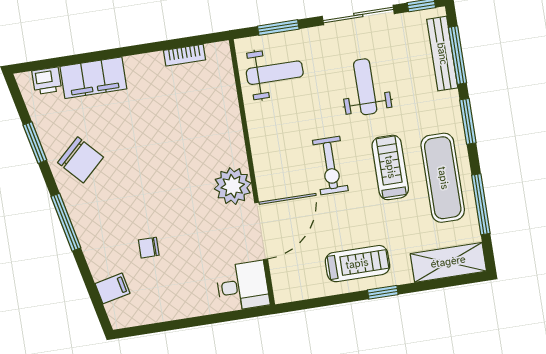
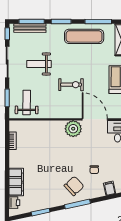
chair: (81, 160) -> (74, 186), moved
treadmill: (390, 167) -> (76, 59), removed

